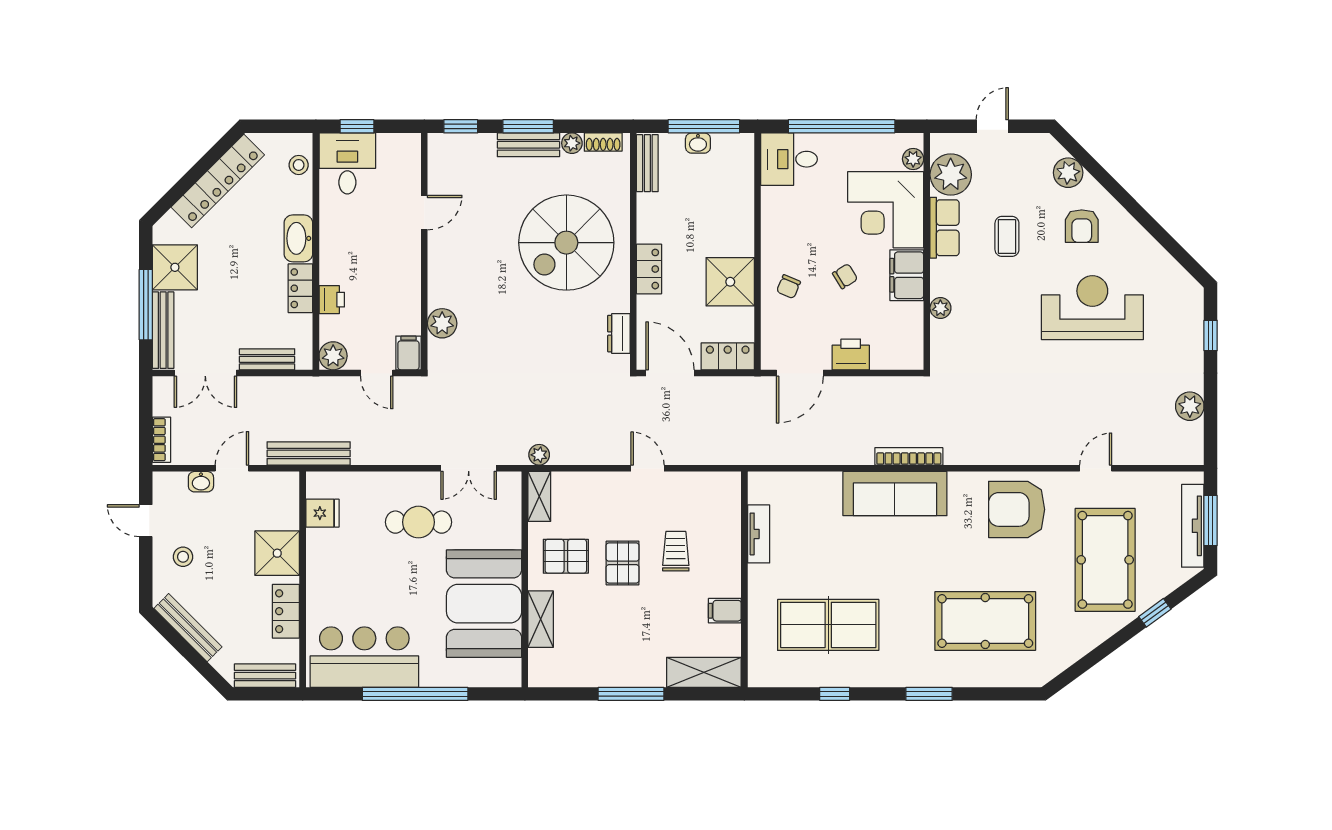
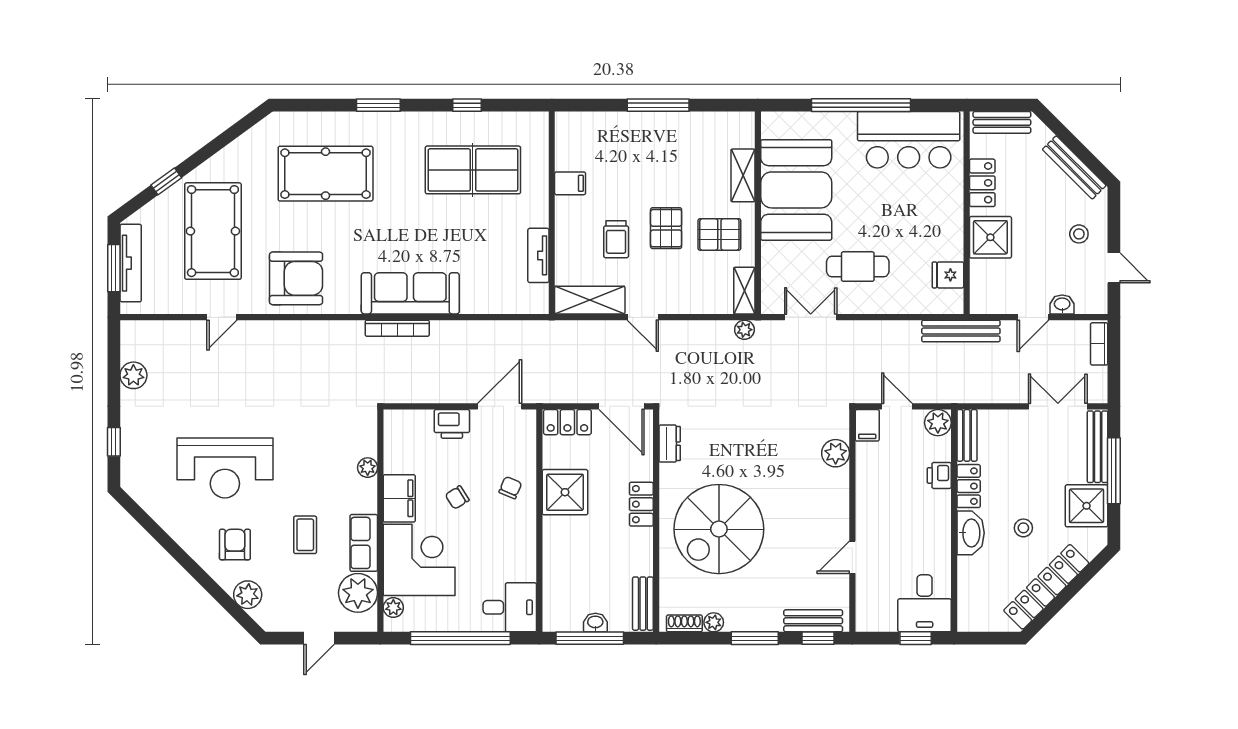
bench: (528, 145) -> (813, 621), moved
stool: (299, 165) -> (1023, 528), moved
spiral stairs: (566, 243) -> (719, 529), turned 180
bench: (267, 359) -> (967, 435), moved, turned 90
shelving: (704, 672) -> (590, 300), moved

